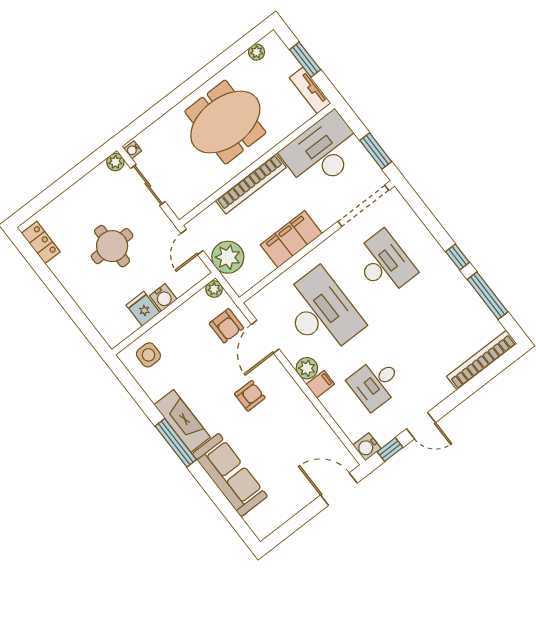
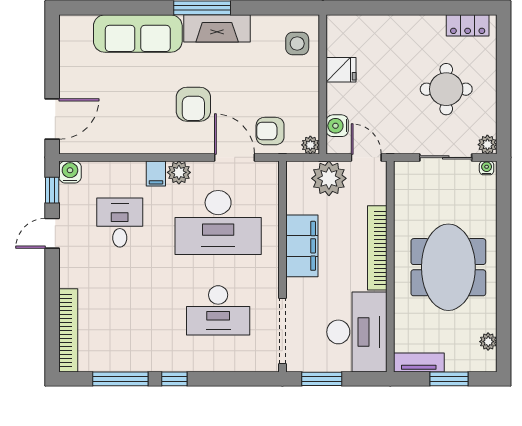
round table: (112, 246) -> (446, 89), moved
water cooler: (163, 298) -> (337, 126), moved
armchair: (250, 396) -> (193, 104), width x1.38, depth x1.38

